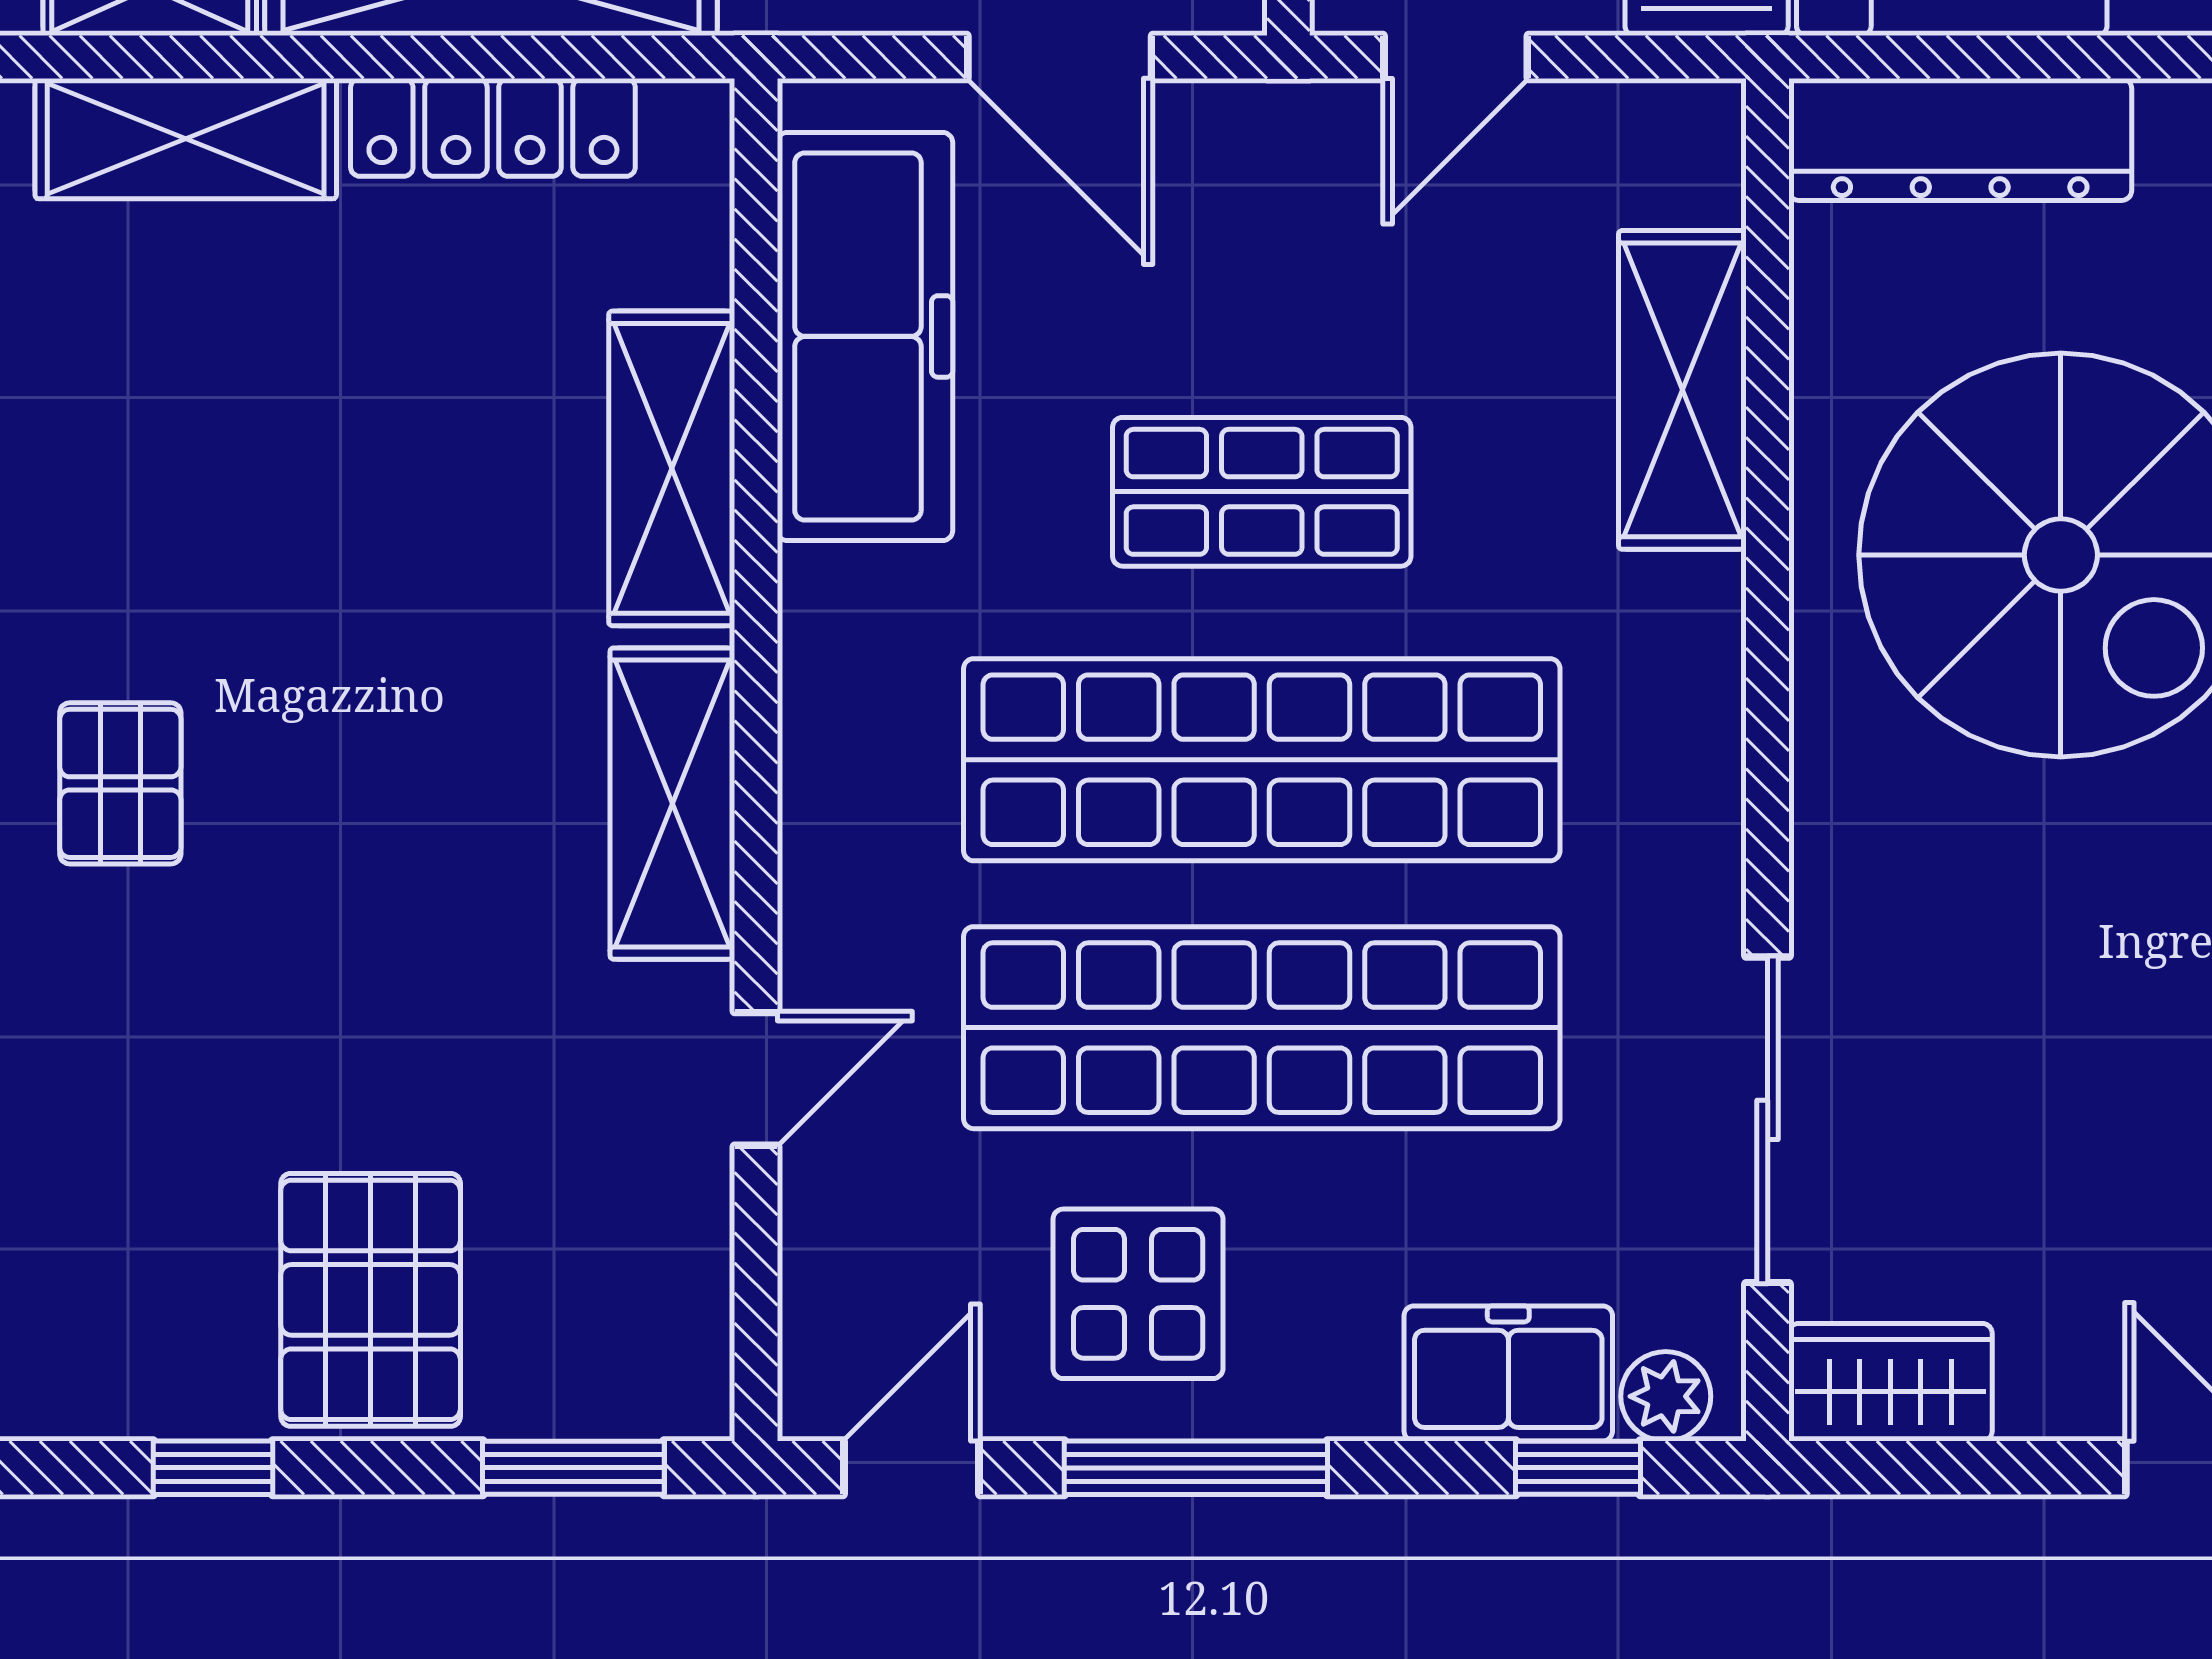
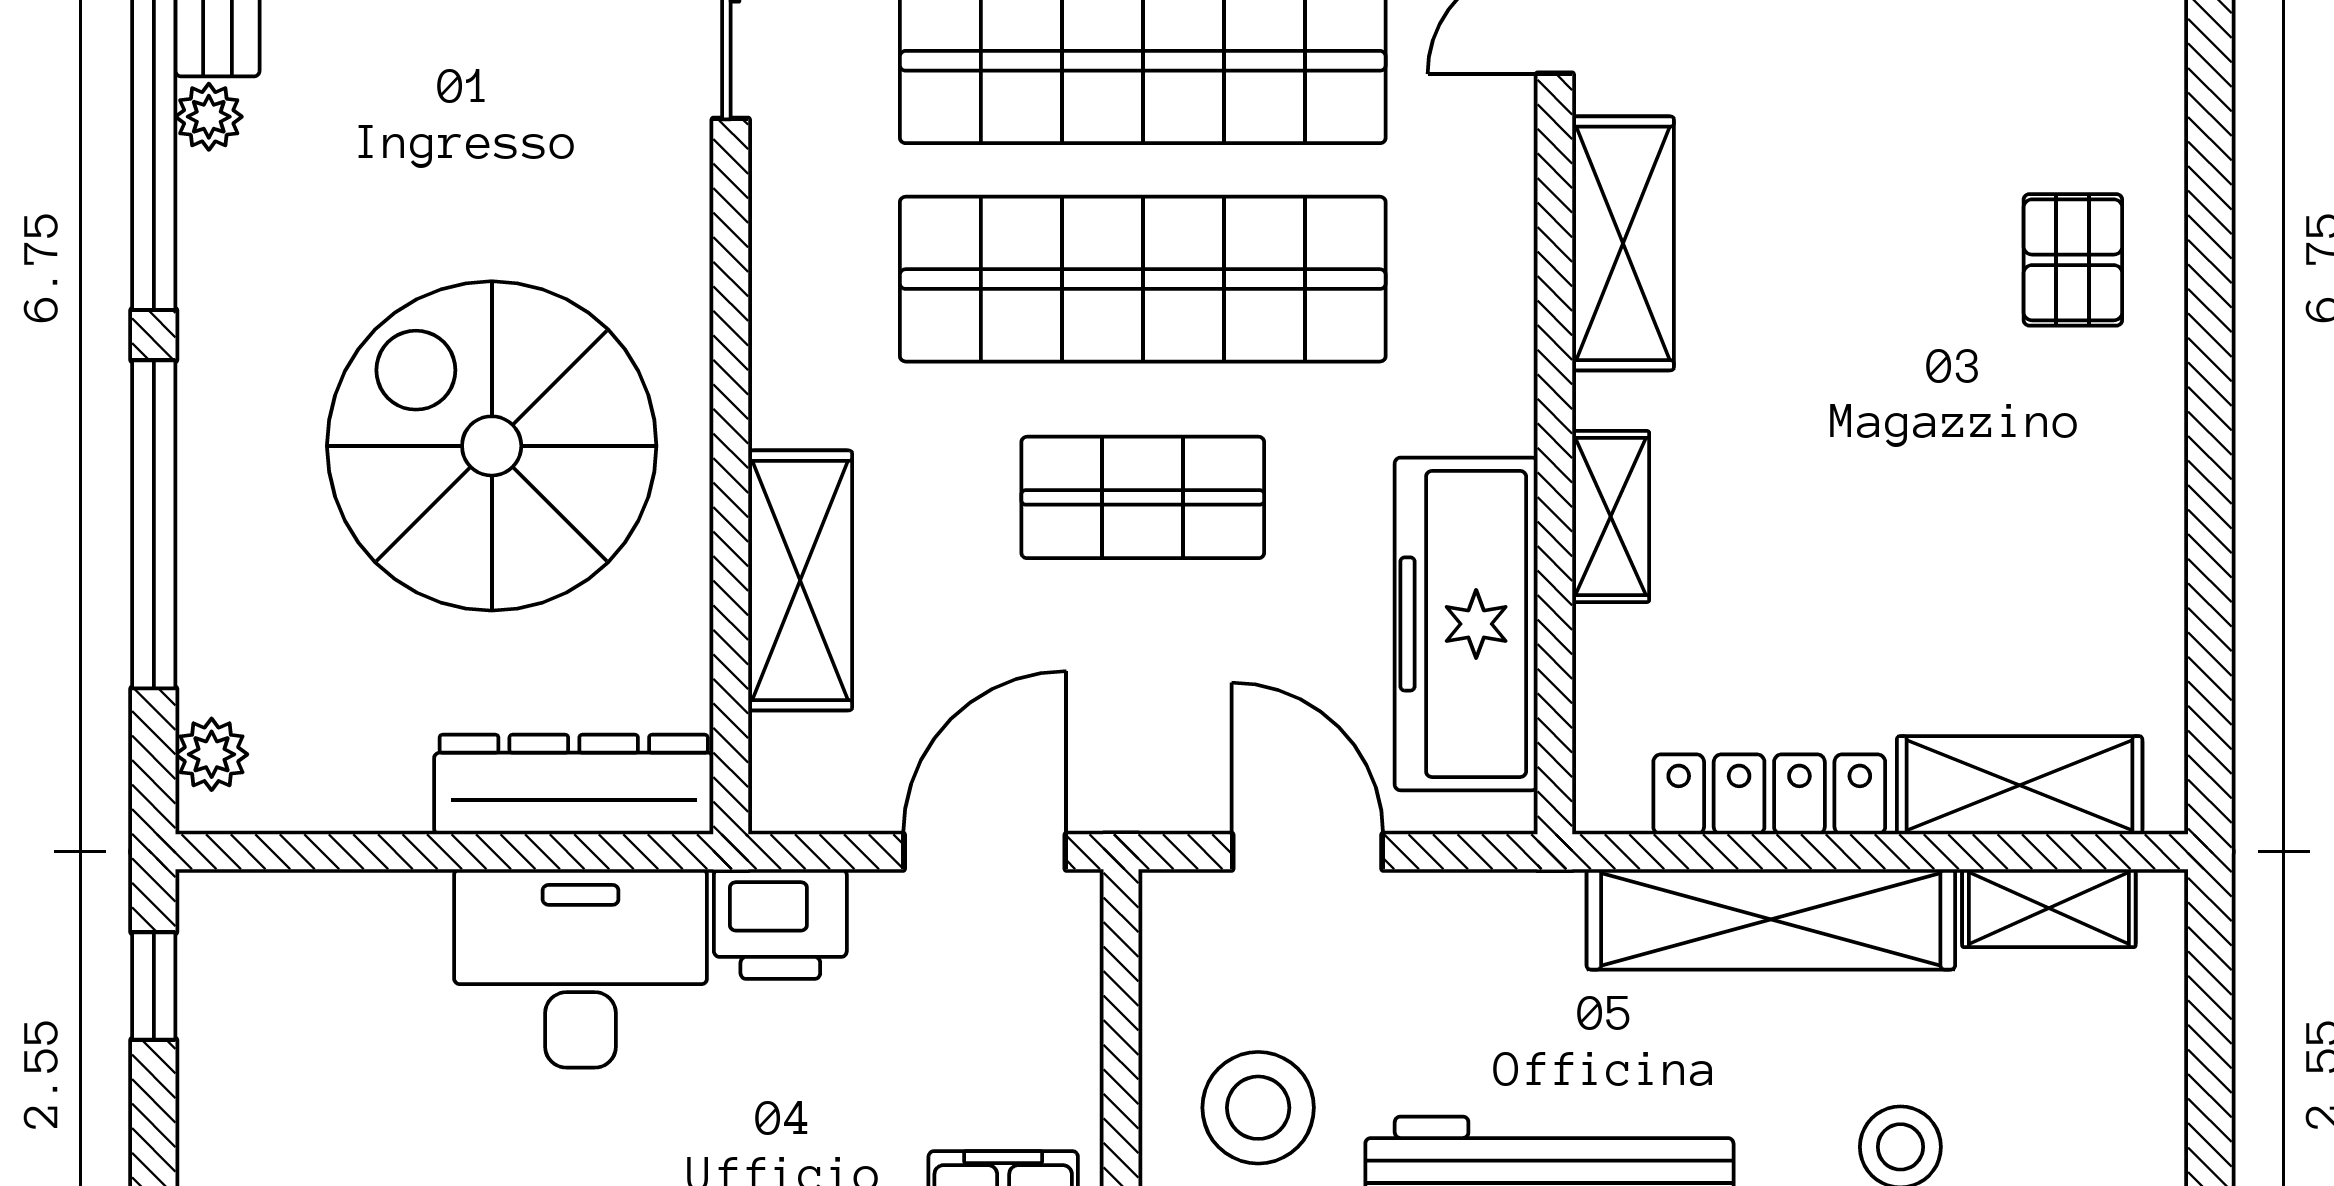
door: (1456, 57) -> (985, 852), width x1.38
shelving: (672, 468) -> (1611, 516), width x0.67, depth x0.75

